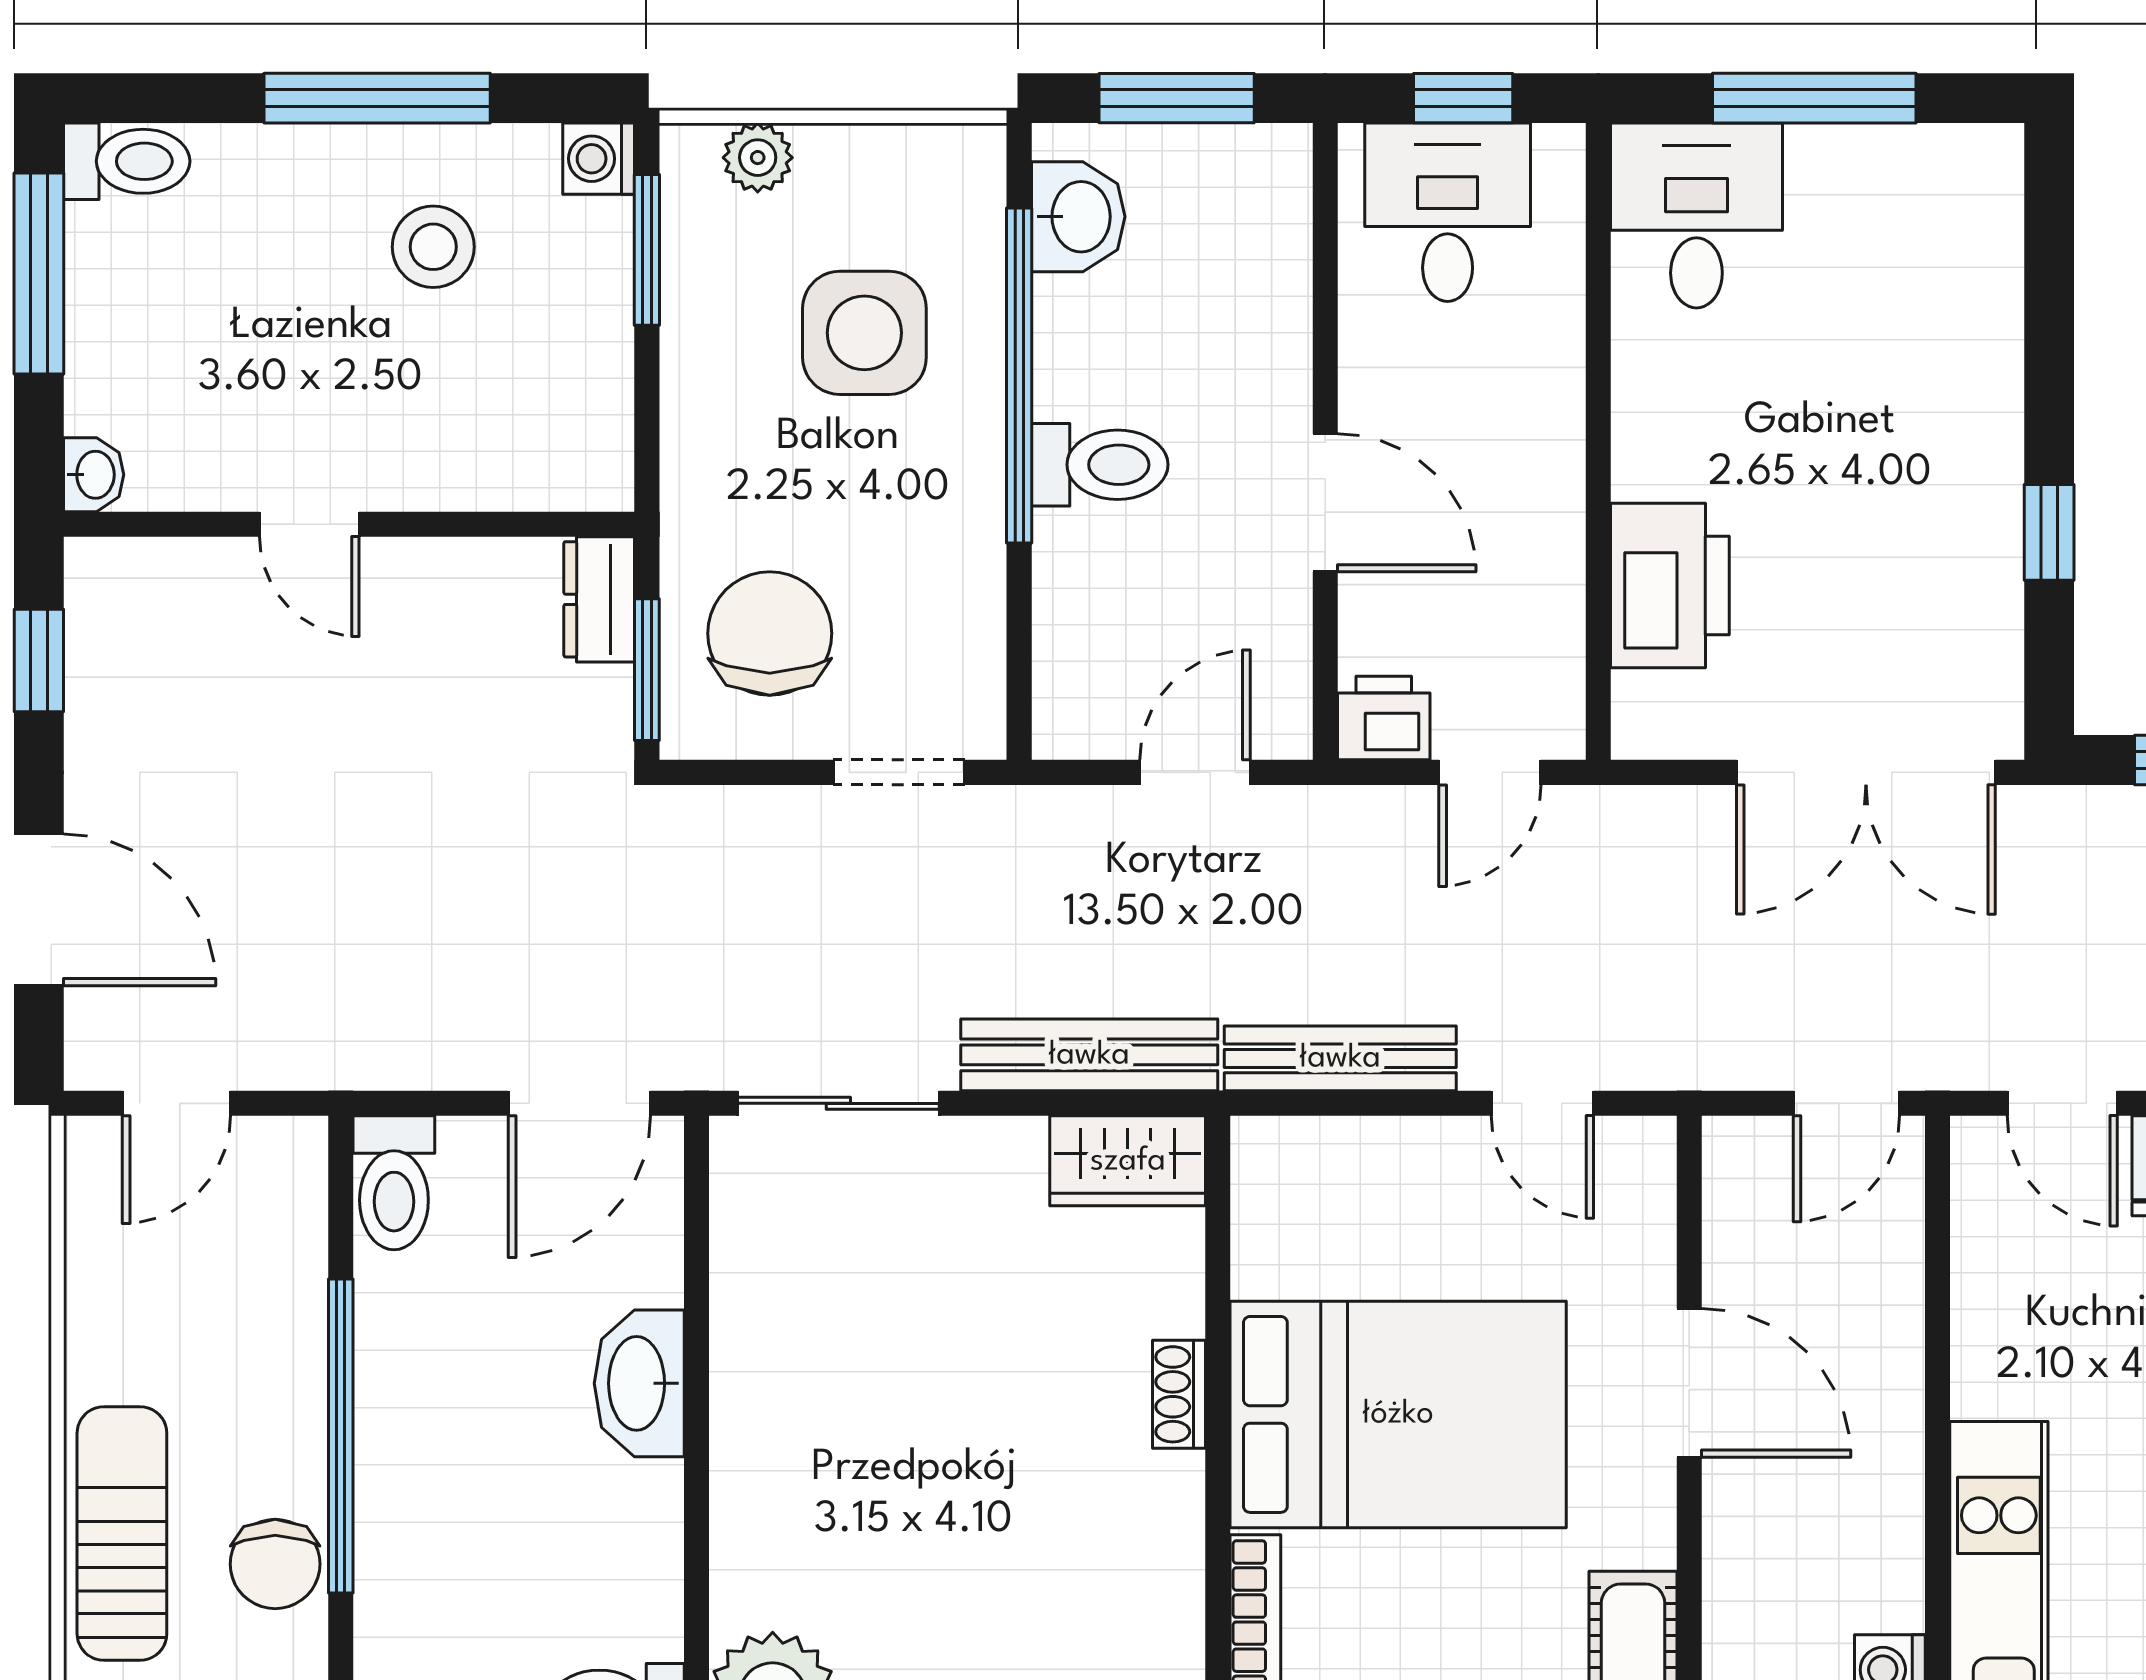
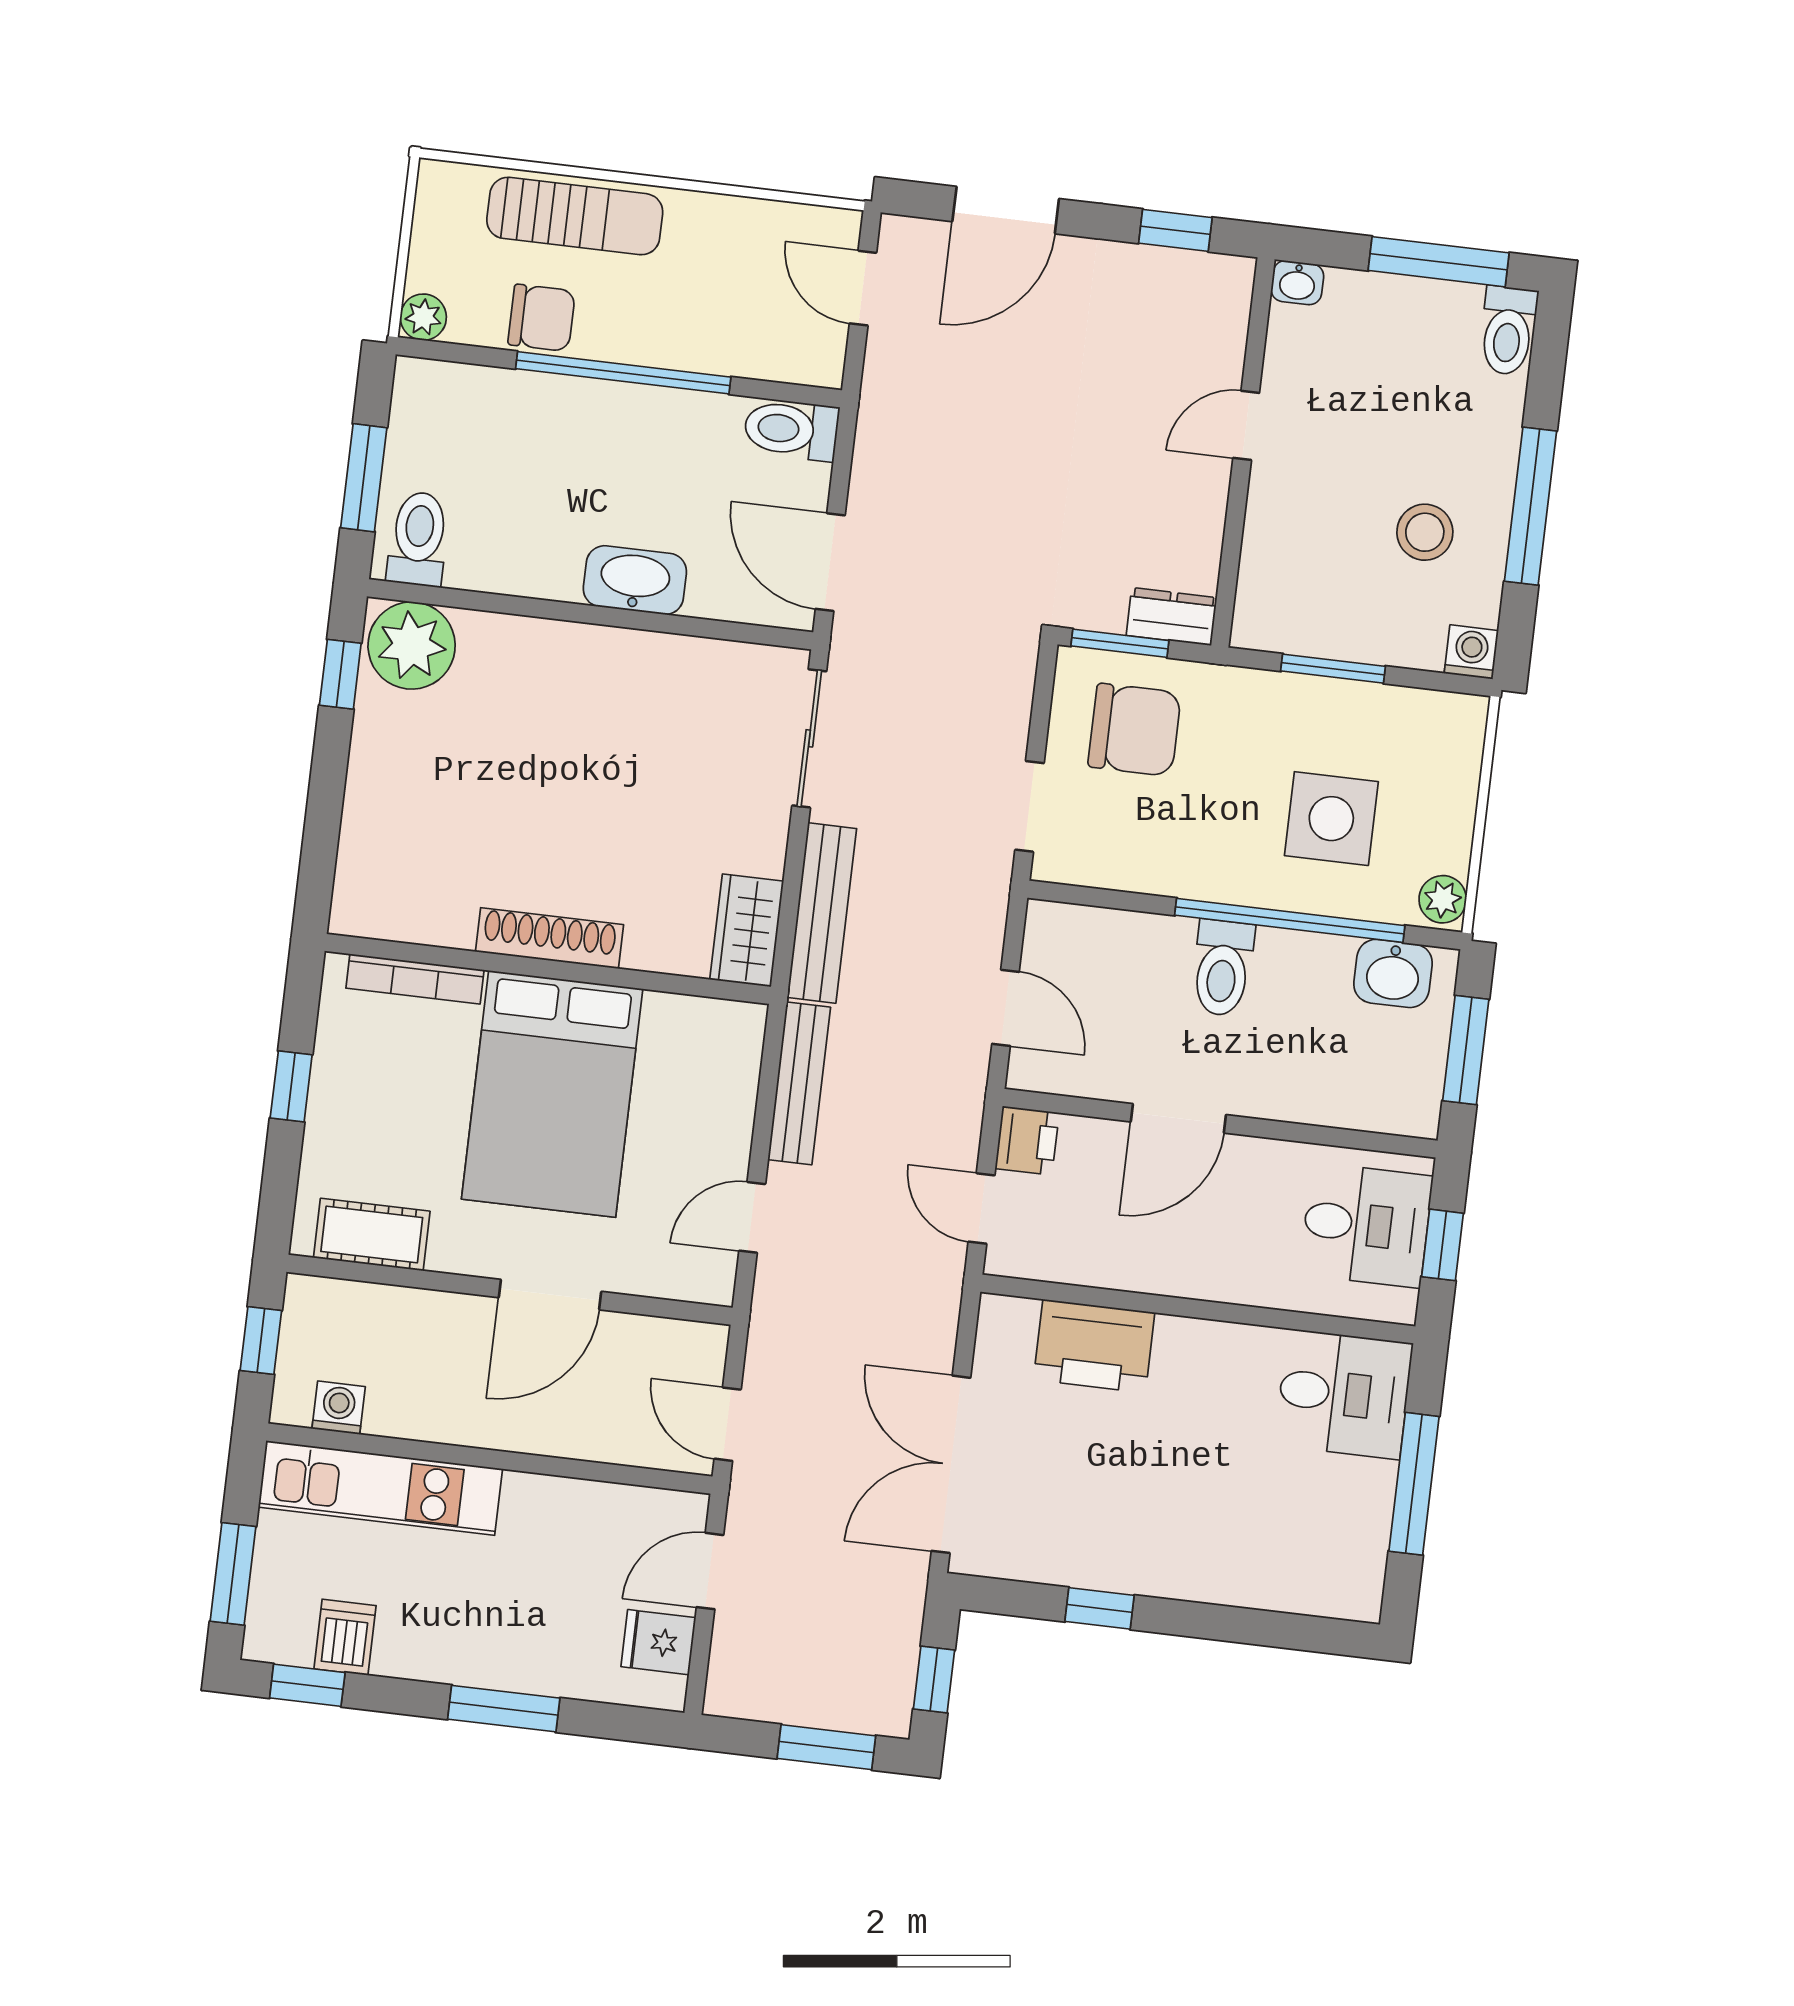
plant: (758, 158) -> (1443, 899), moved
window: (647, 250) -> (1333, 669), moved
shoe rack: (1179, 1394) -> (549, 938), width x1.94, depth x1.24
chair: (275, 1564) -> (542, 318), turned 180

